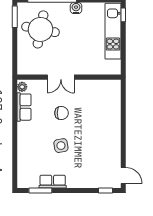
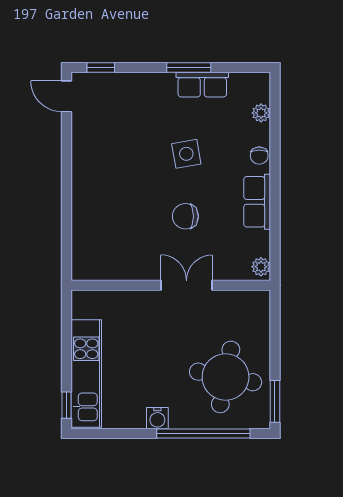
row of seats: (24, 107) -> (257, 202), moved
chair: (23, 145) -> (259, 156), added
plant: (22, 167) -> (261, 113), added
window: (40, 190) -> (189, 67), moved

